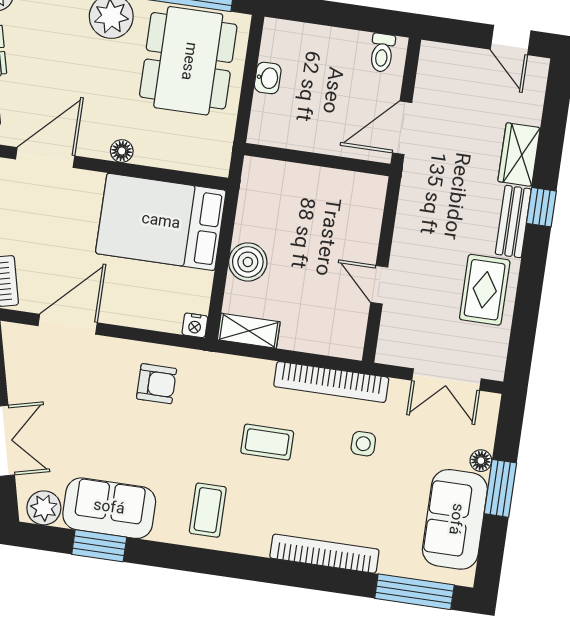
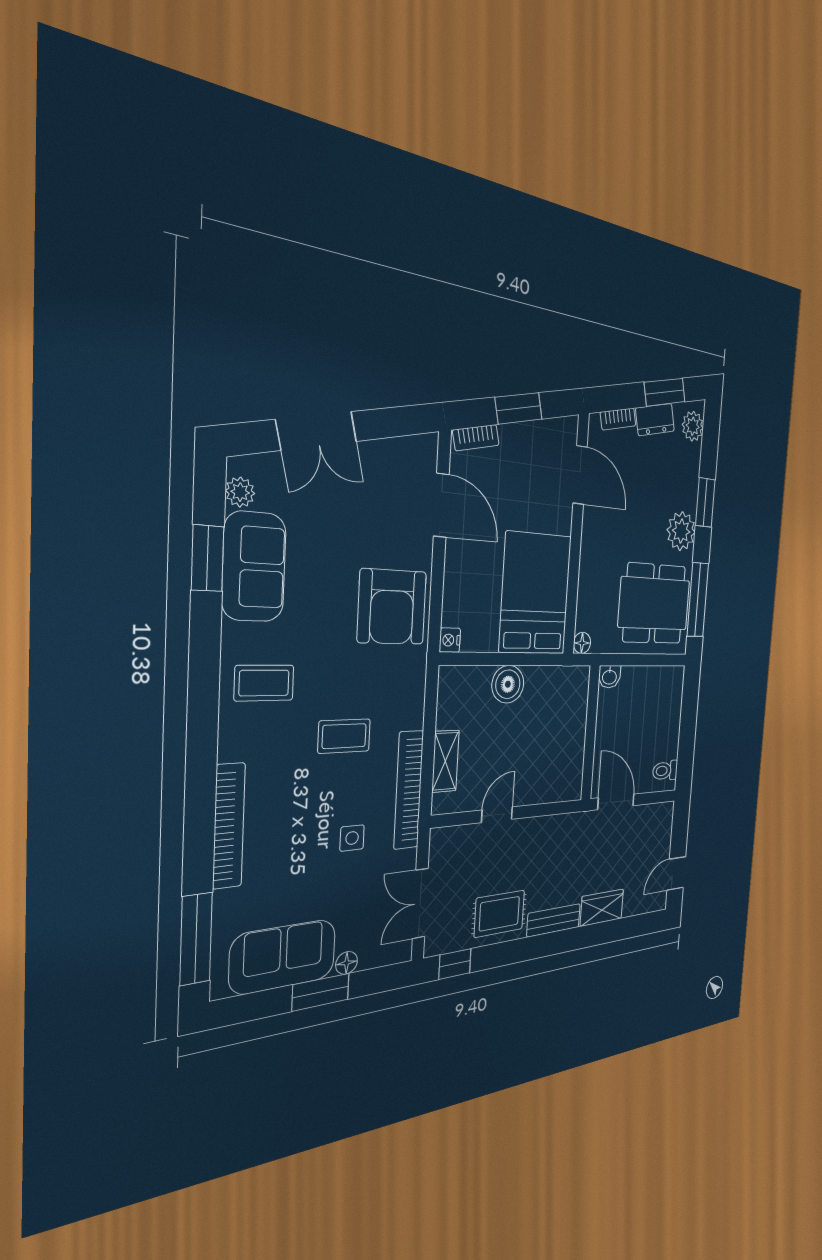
washbasin: (268, 78) -> (609, 677), moved
floor lamp: (122, 151) -> (582, 643), moved
window: (541, 207) -> (455, 964), moved
shelving: (249, 331) -> (445, 761), moved
armchair: (157, 384) -> (392, 607), width x1.88, depth x1.88
coffee table: (267, 442) -> (344, 736), turned 90
plant: (44, 508) -> (240, 492), width x0.73, depth x0.73

